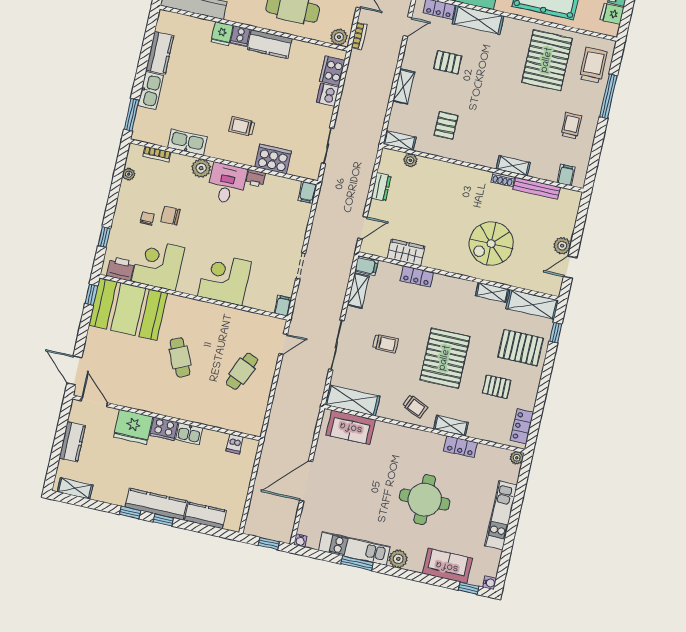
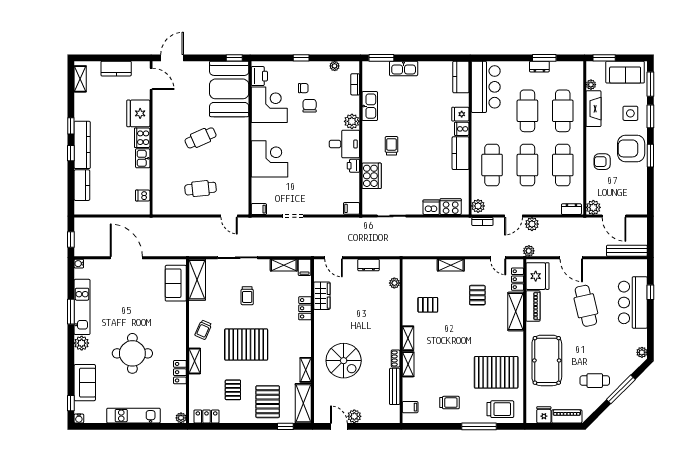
kitchen counter: (160, 53) -> (461, 77), moved, turned 90
shelving: (400, 141) -> (408, 338), moved
window: (104, 237) -> (301, 58), moved
spiral stairs: (491, 244) -> (344, 361), turned 180
cafe table: (242, 371) -> (201, 189), turned -30
door: (94, 402) -> (151, 79), hinge flipped

